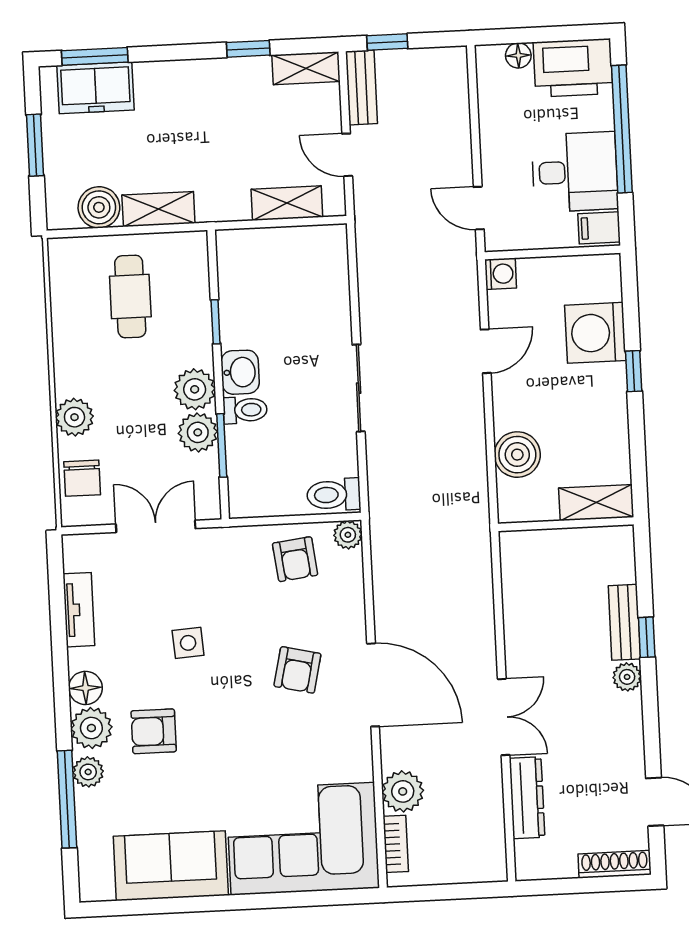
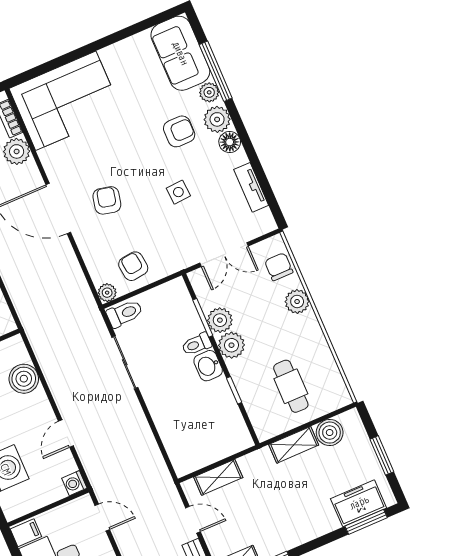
sliding door: (359, 388) -> (125, 362), moved
sofa: (171, 866) -> (180, 53), moved, turned 90

